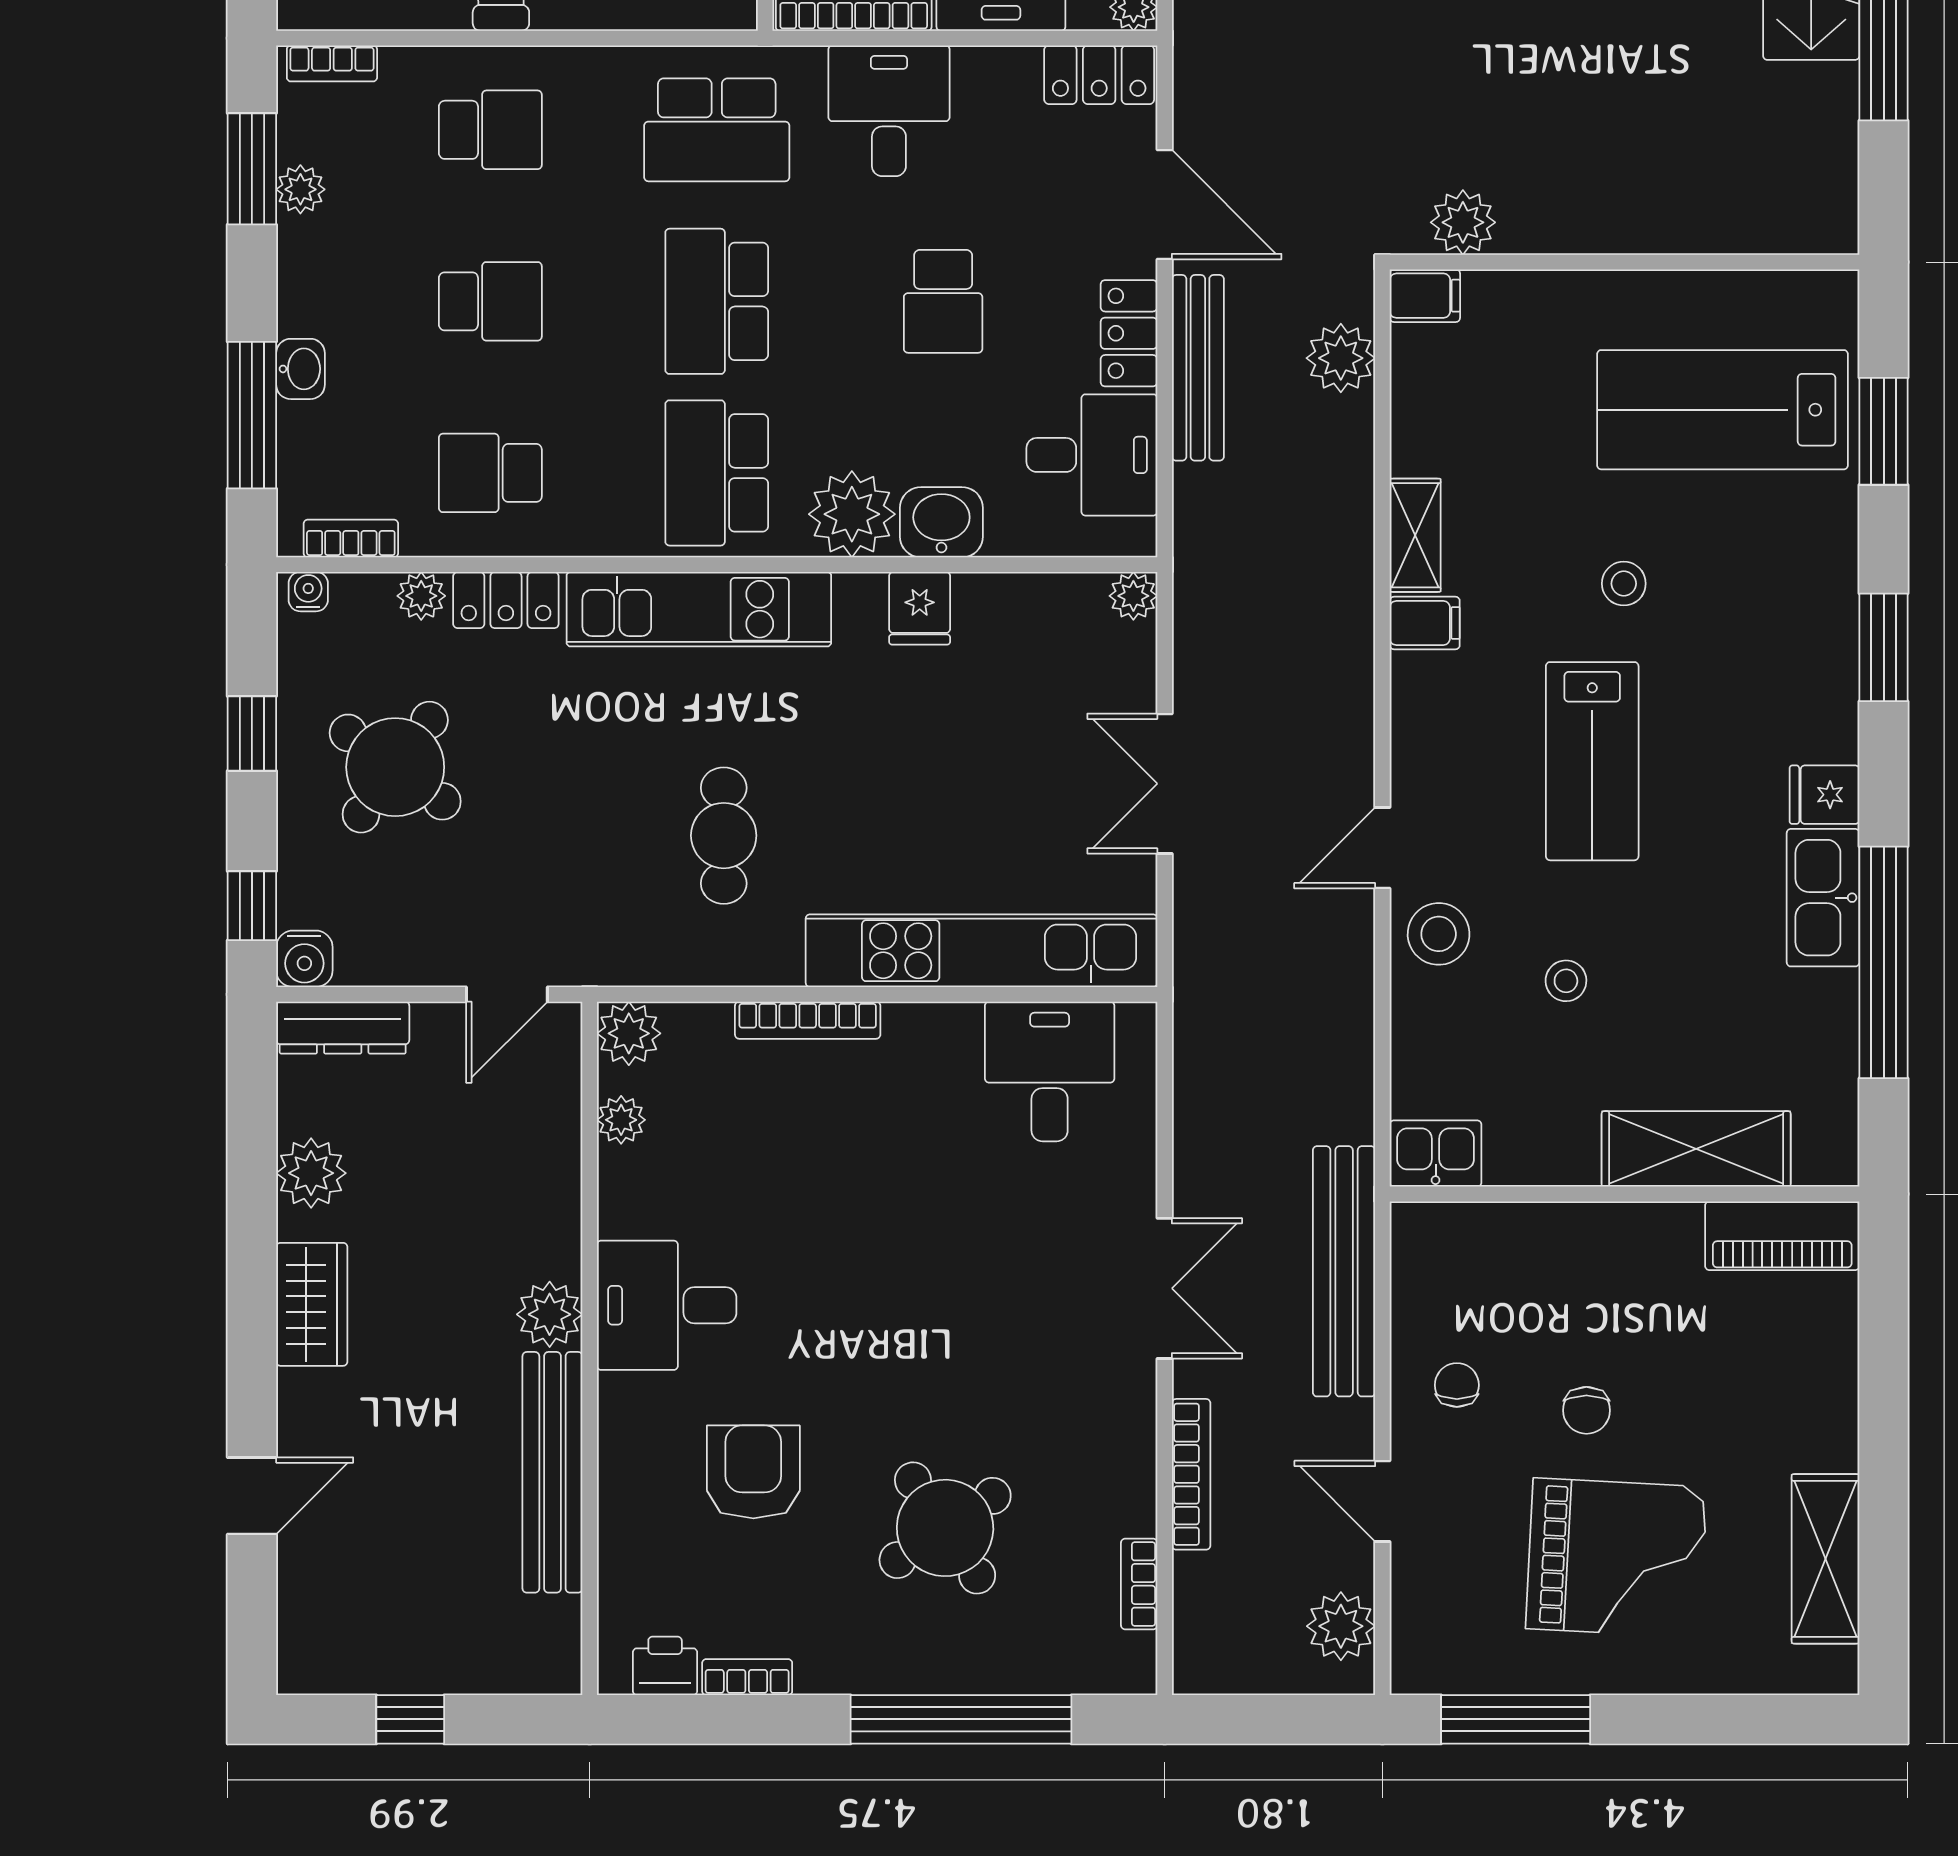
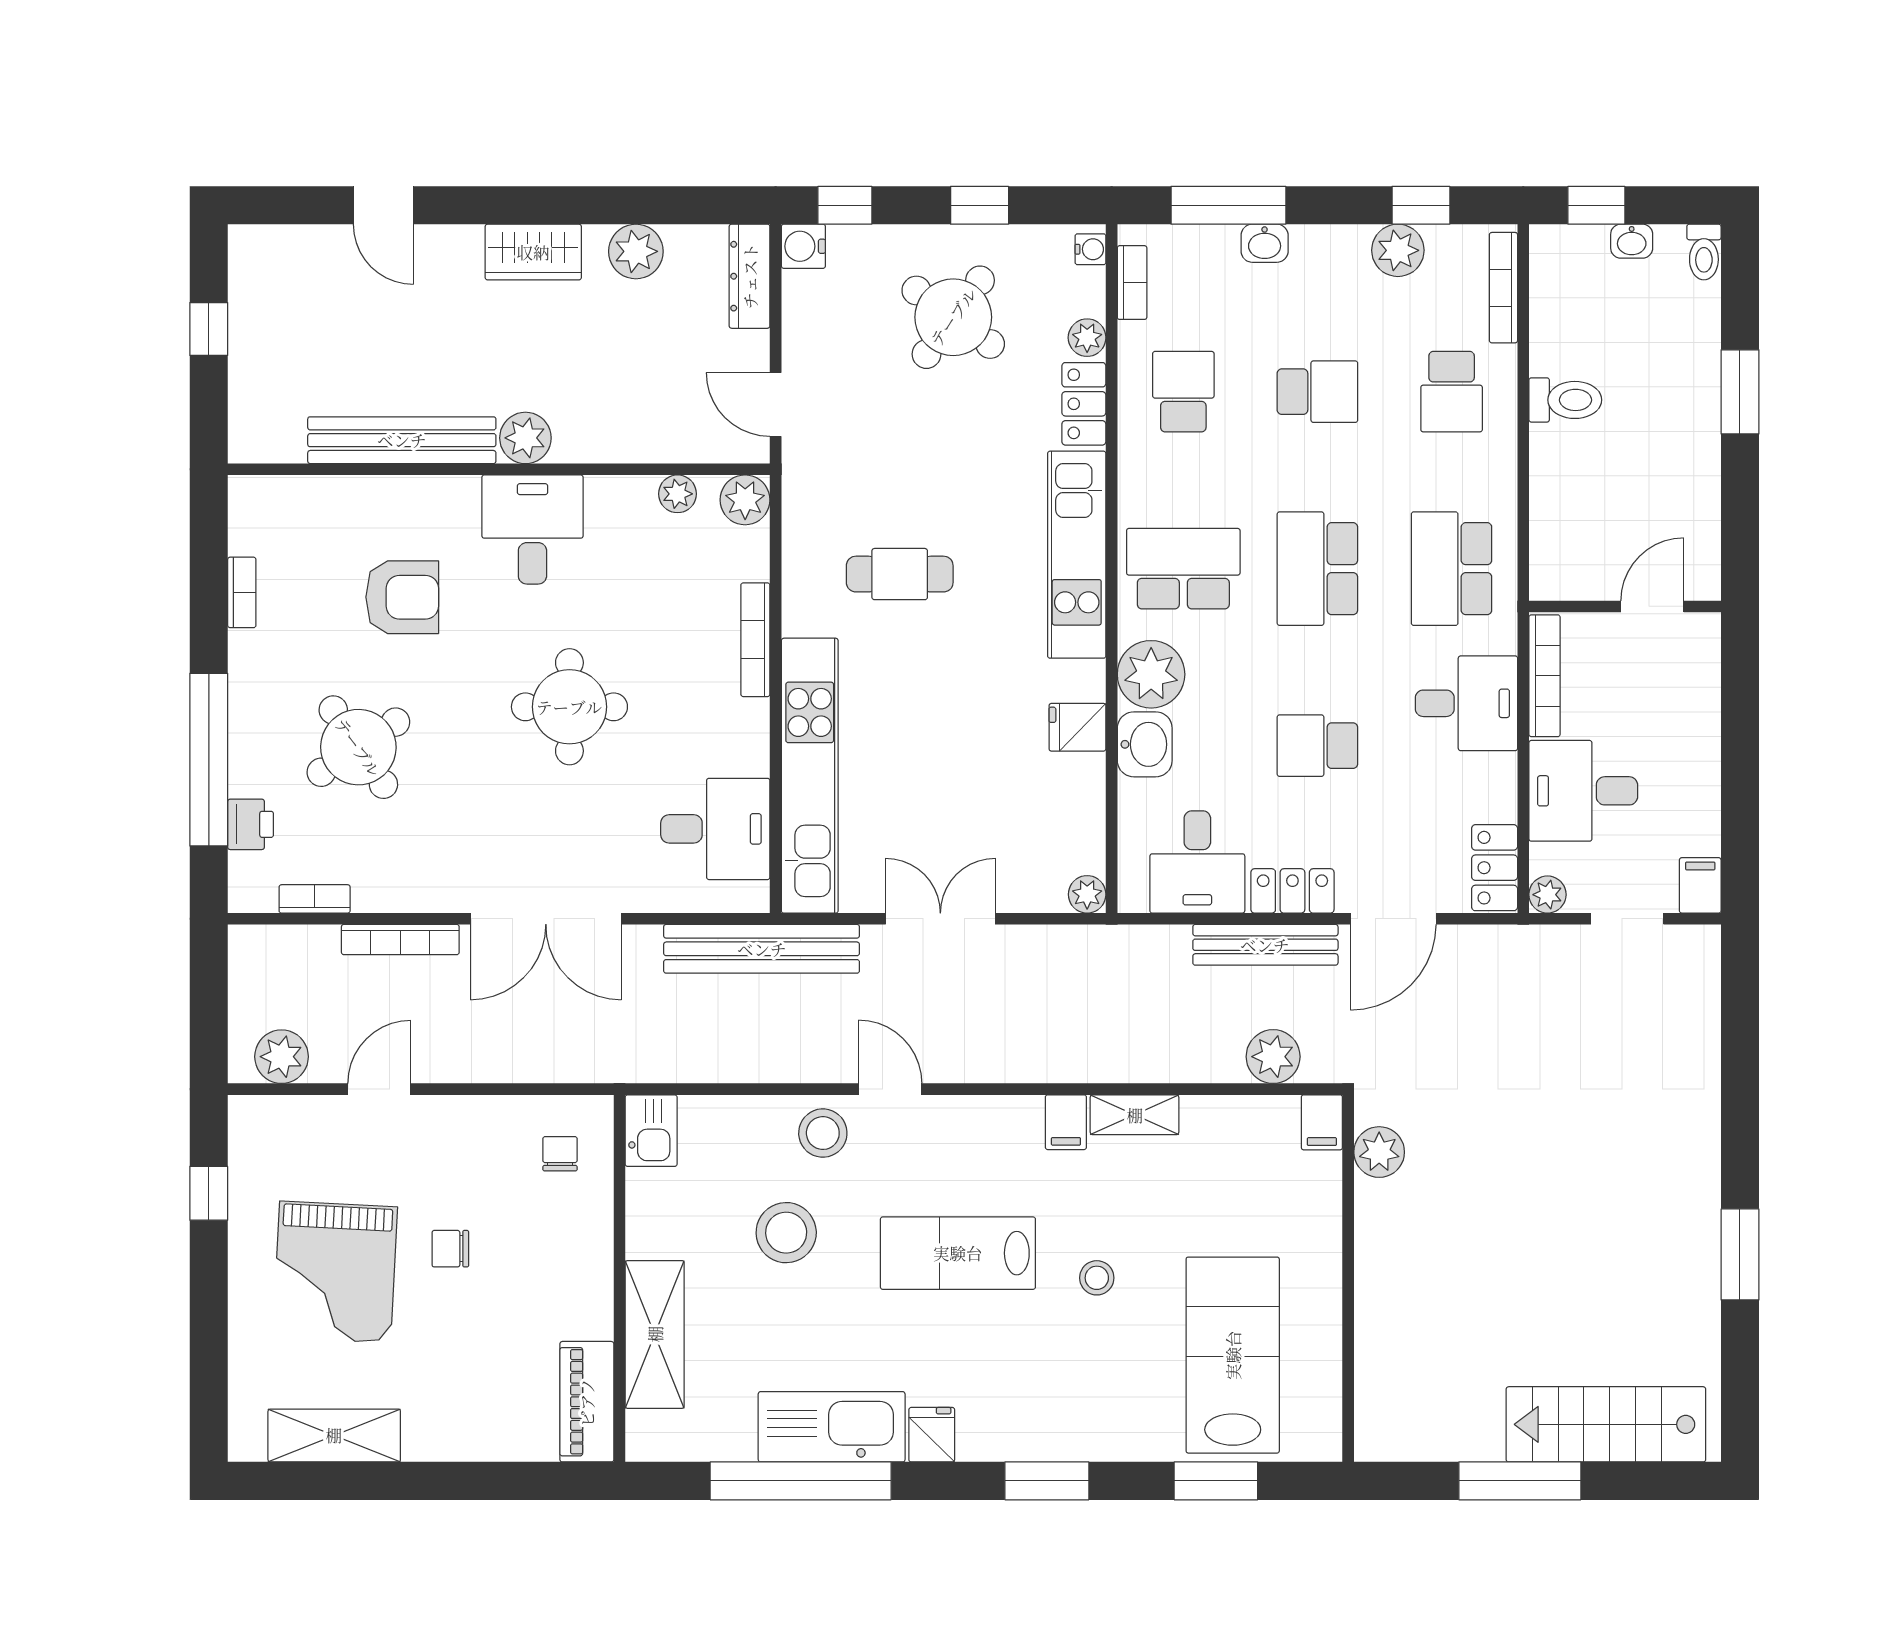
bookcase: (332, 63) -> (1503, 288), width x1.56
window: (252, 169) -> (1421, 205), width x0.67
plant: (300, 189) -> (1398, 250), width x1.38, depth x1.38
school desk: (490, 301) -> (1317, 392), turned -90
school desk: (717, 301) -> (1317, 569), turned -90
kitchen sink: (1823, 898) -> (832, 1427), width x1.36, depth x1.24
stool: (1566, 981) -> (786, 1233), width x1.89, depth x1.89
round table: (893, 1258) -> (569, 707), added
bench: (1344, 1271) -> (762, 949), moved
double door: (1165, 1288) -> (546, 919), width x1.37
chair: (1457, 1385) -> (560, 1154), moved, turned -90
printer: (665, 1666) -> (251, 824), moved
window: (1516, 1719) -> (209, 1193), width x0.46

